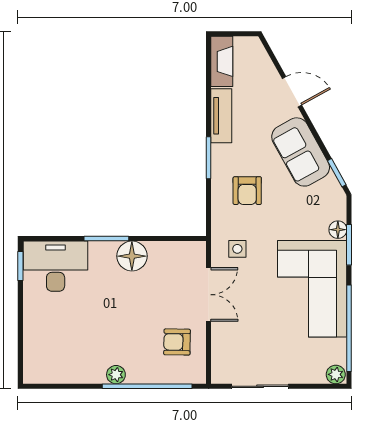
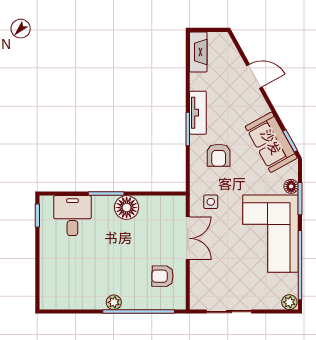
tv unit: (221, 116) -> (198, 113), moved
sofa: (301, 152) -> (271, 142), moved
desk: (56, 266) -> (72, 216), width x0.73

